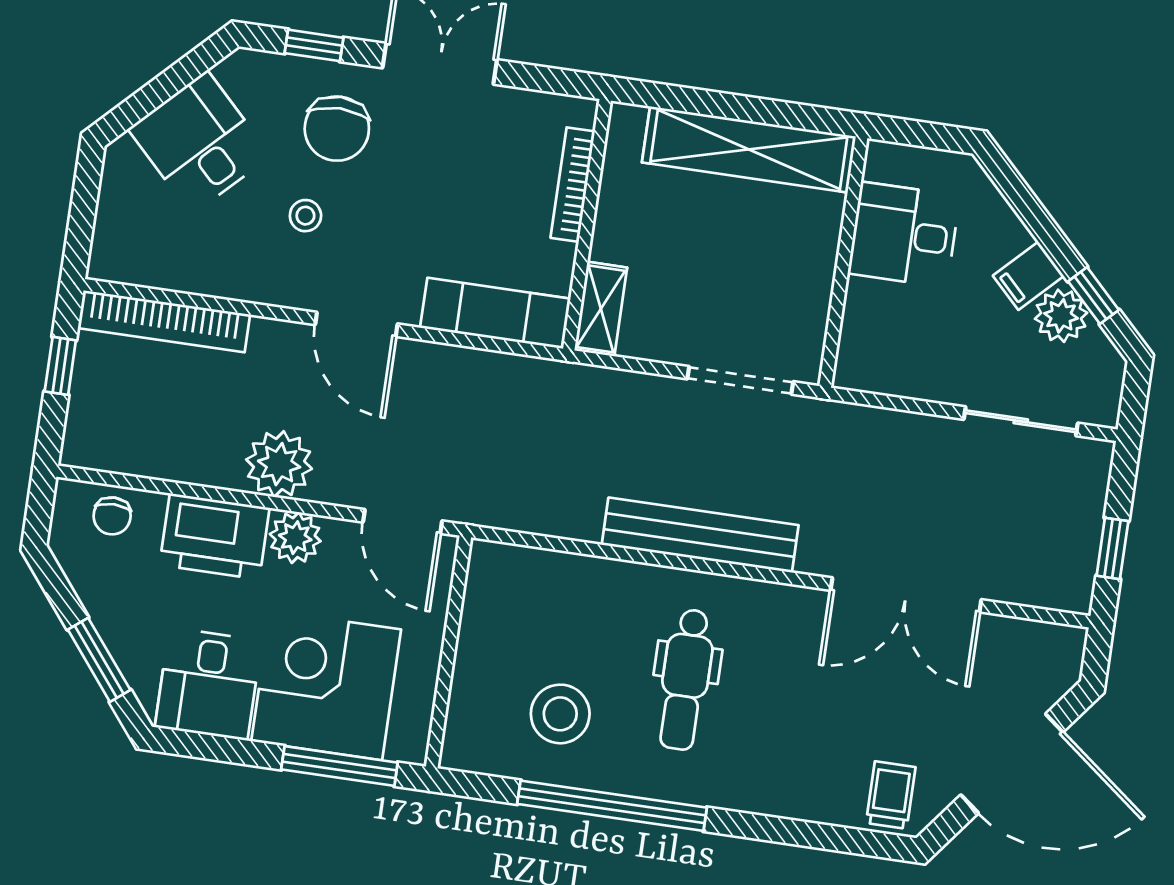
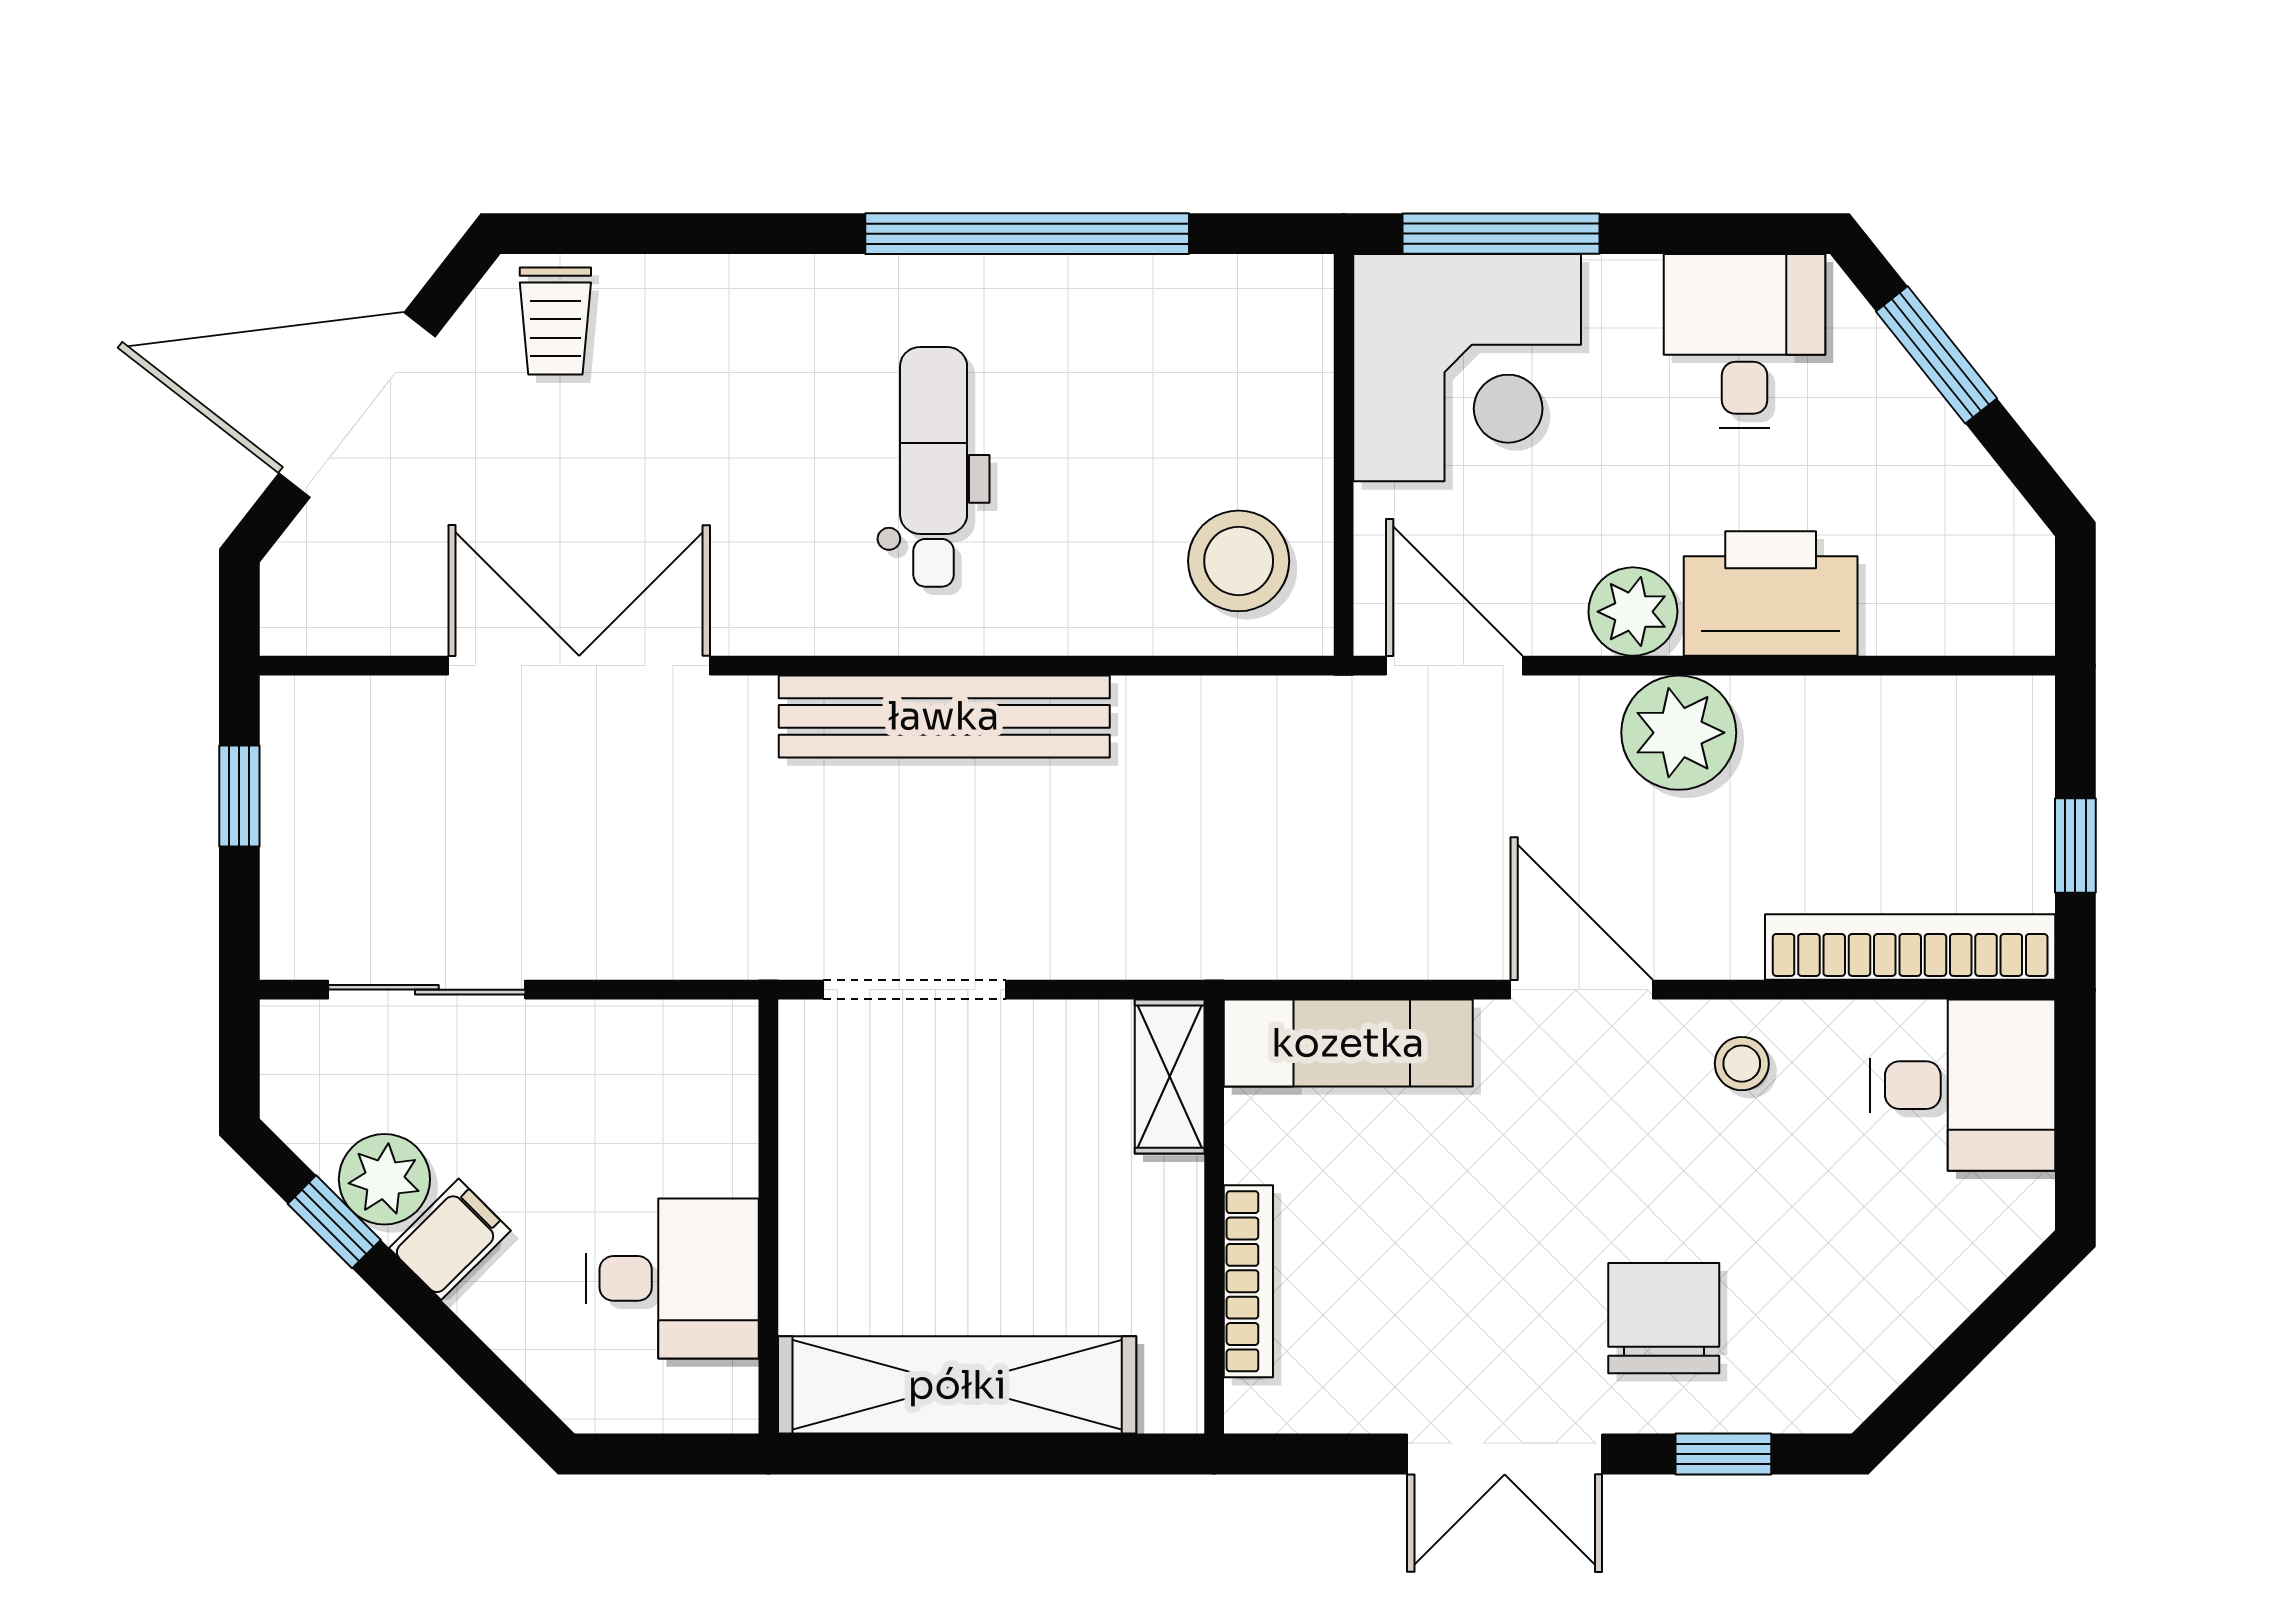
desk: (199, 142) -> (1963, 1085), moved, turned -45
stool: (305, 216) -> (1742, 1064), moved
chair: (112, 516) -> (1950, 603), removed
corner desk: (326, 685) -> (1467, 368), moved
stool: (560, 714) -> (1239, 561), moved

